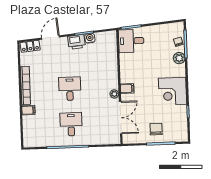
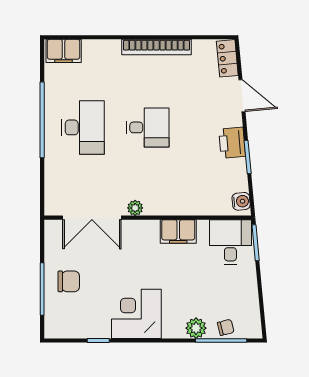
water cooler: (90, 38) -> (241, 201), moved
filing cabinet: (127, 89) -> (178, 231), moved, width x2.00
filing cabinet: (28, 110) -> (64, 51), moved, width x2.00
desk: (71, 124) -> (83, 127), width x1.37

